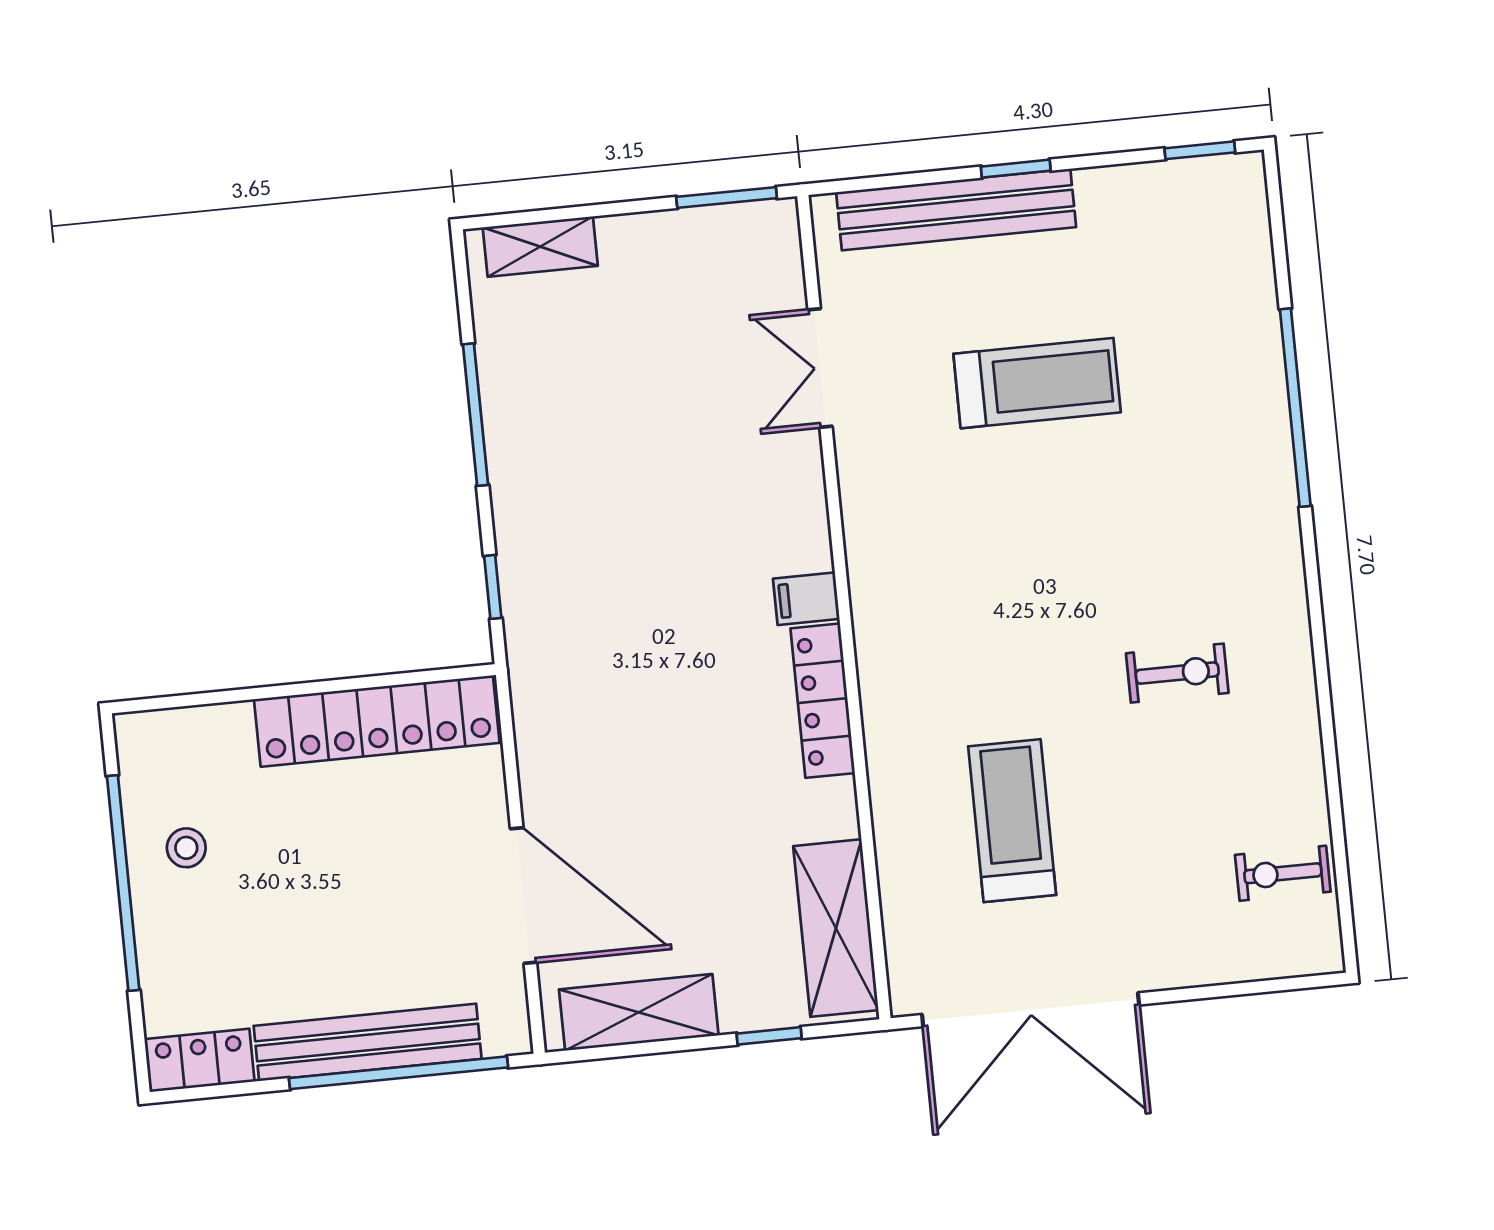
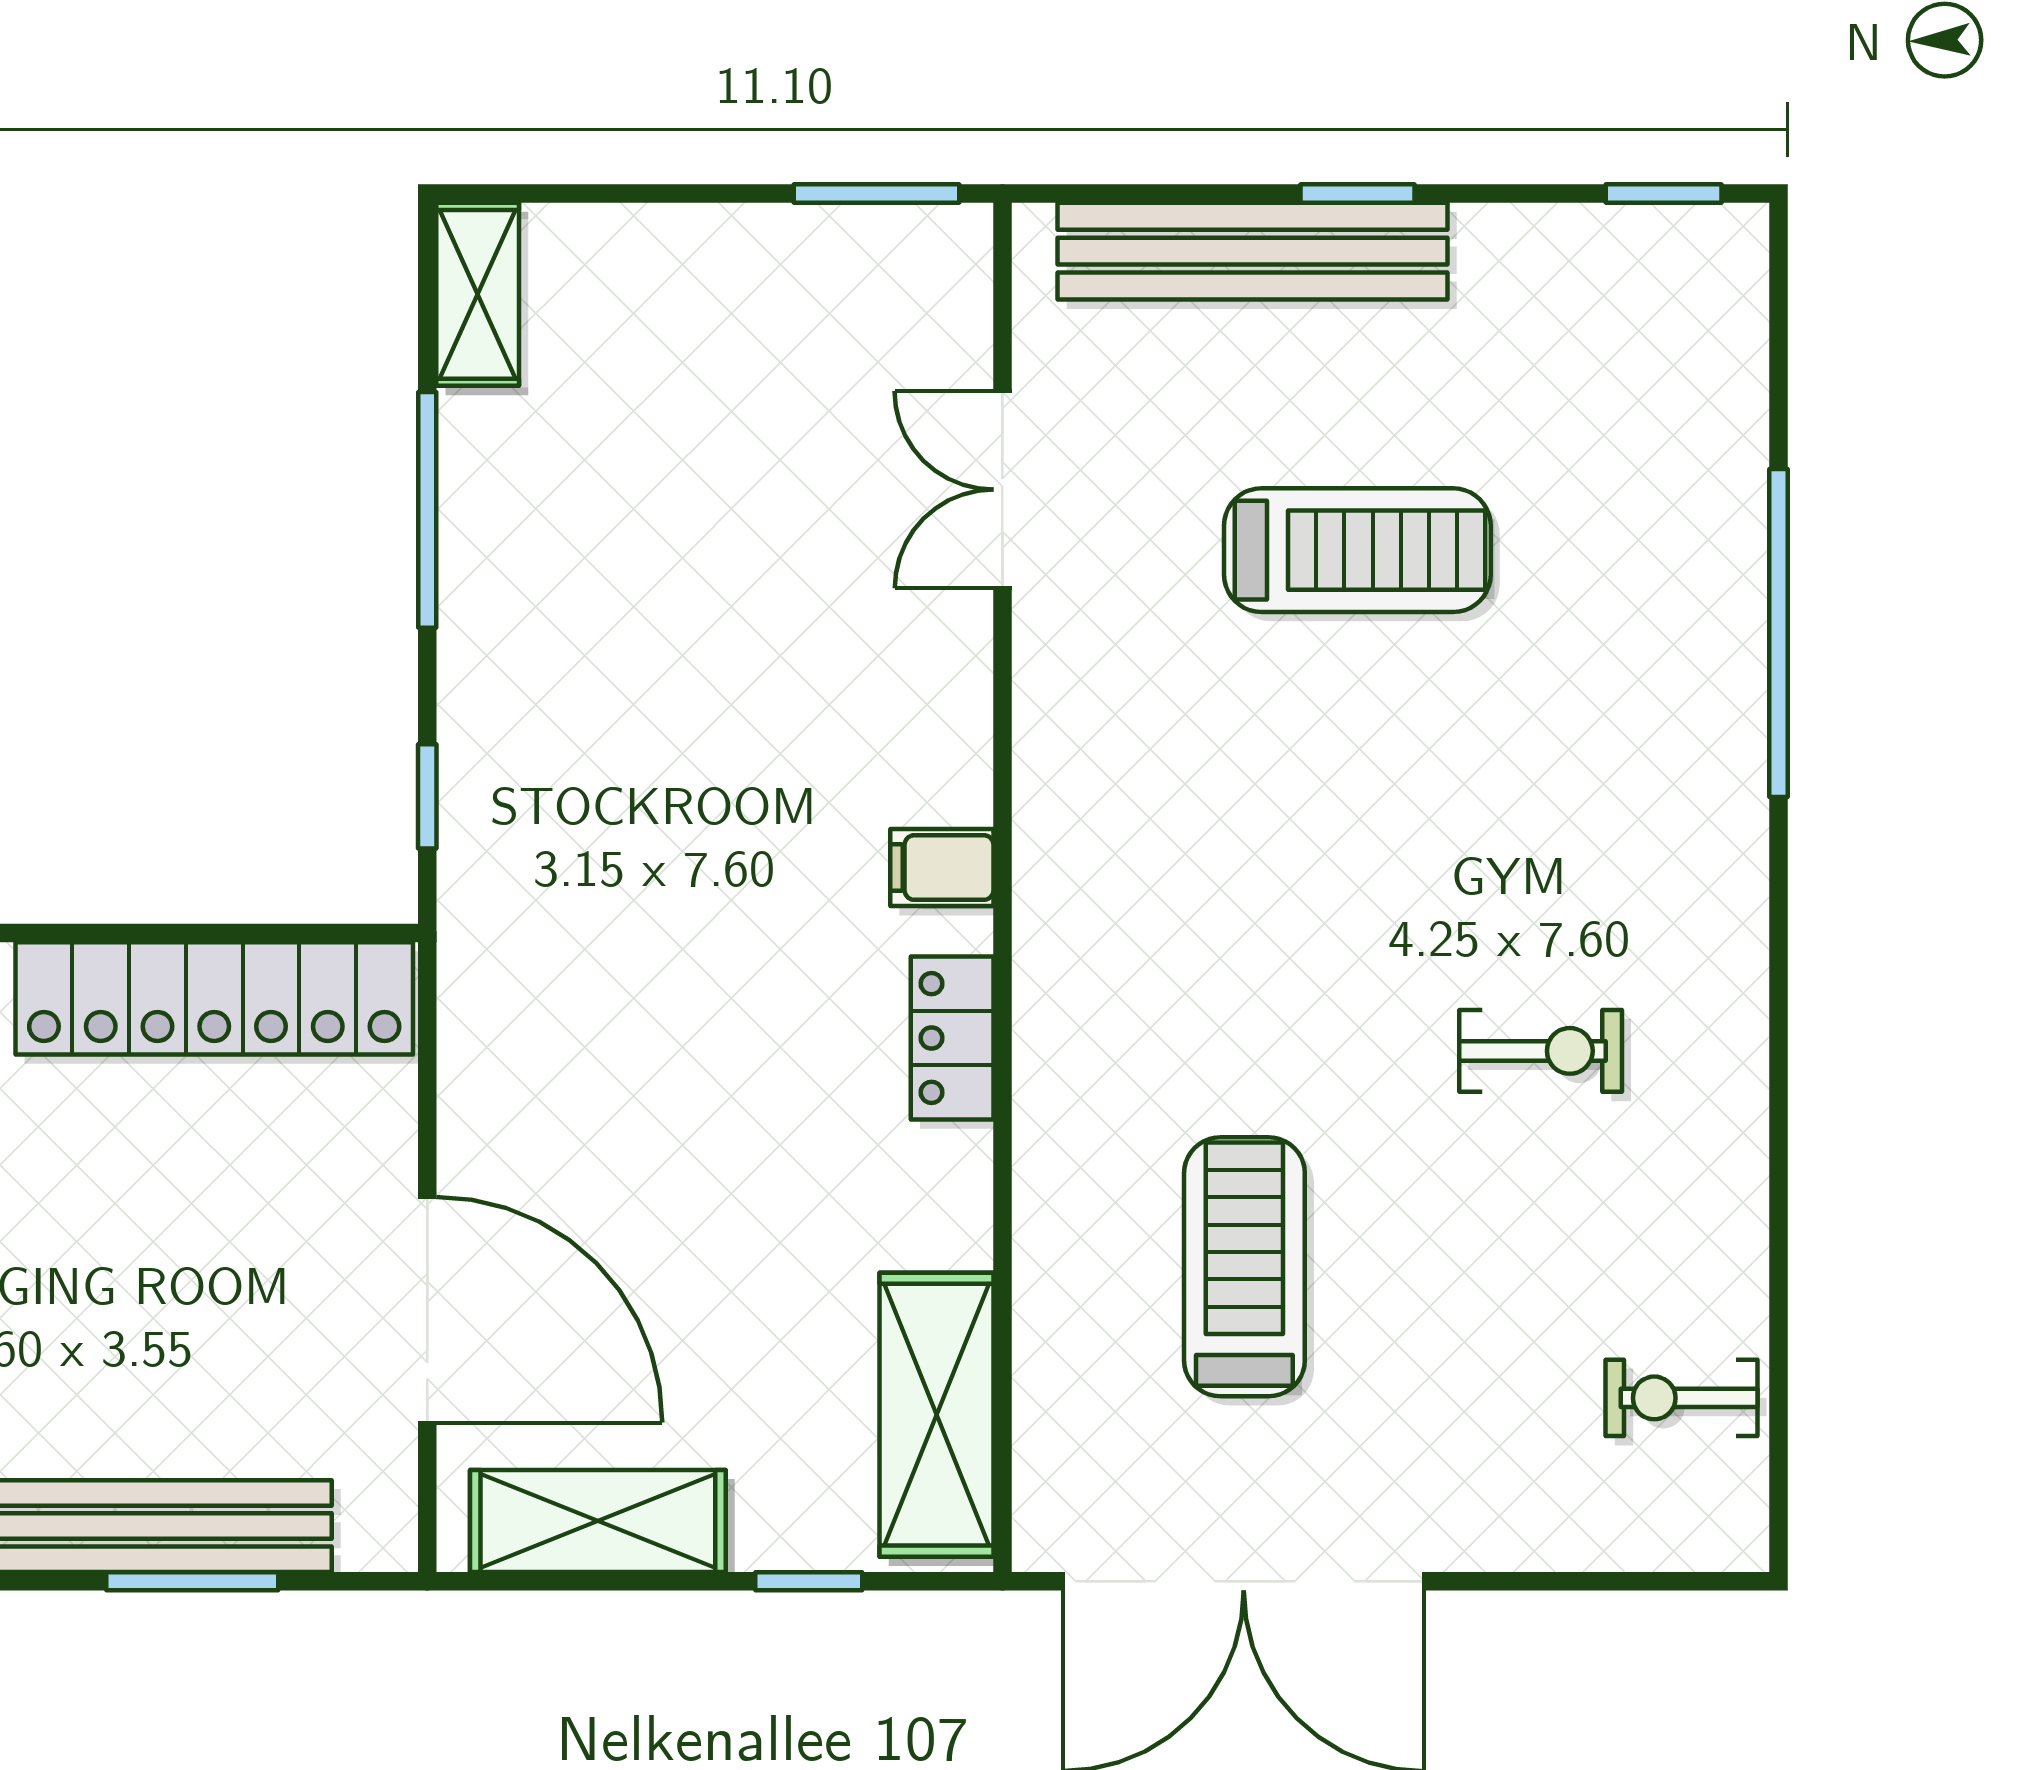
shelving: (540, 247) -> (478, 294), moved, turned 90
locker: (823, 701) -> (952, 1038), width x0.66
window: (399, 1073) -> (192, 1581), width x0.47

